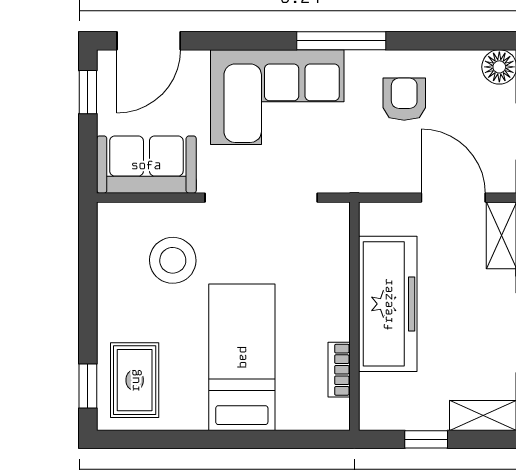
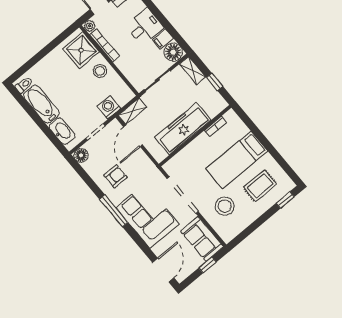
door: (149, 41) -> (163, 270), hinge flipped
window: (88, 92) -> (208, 265), moved
armchair: (404, 99) -> (115, 176), turned 180
rug: (135, 380) -> (260, 186), moved

